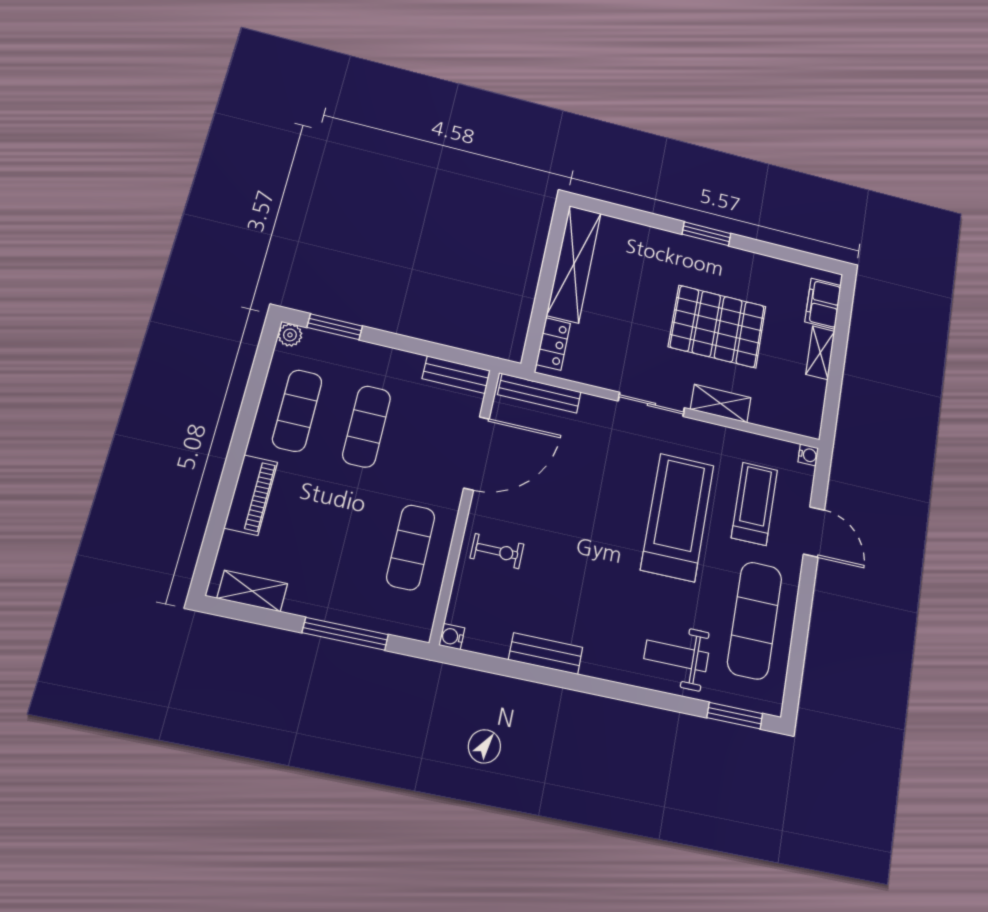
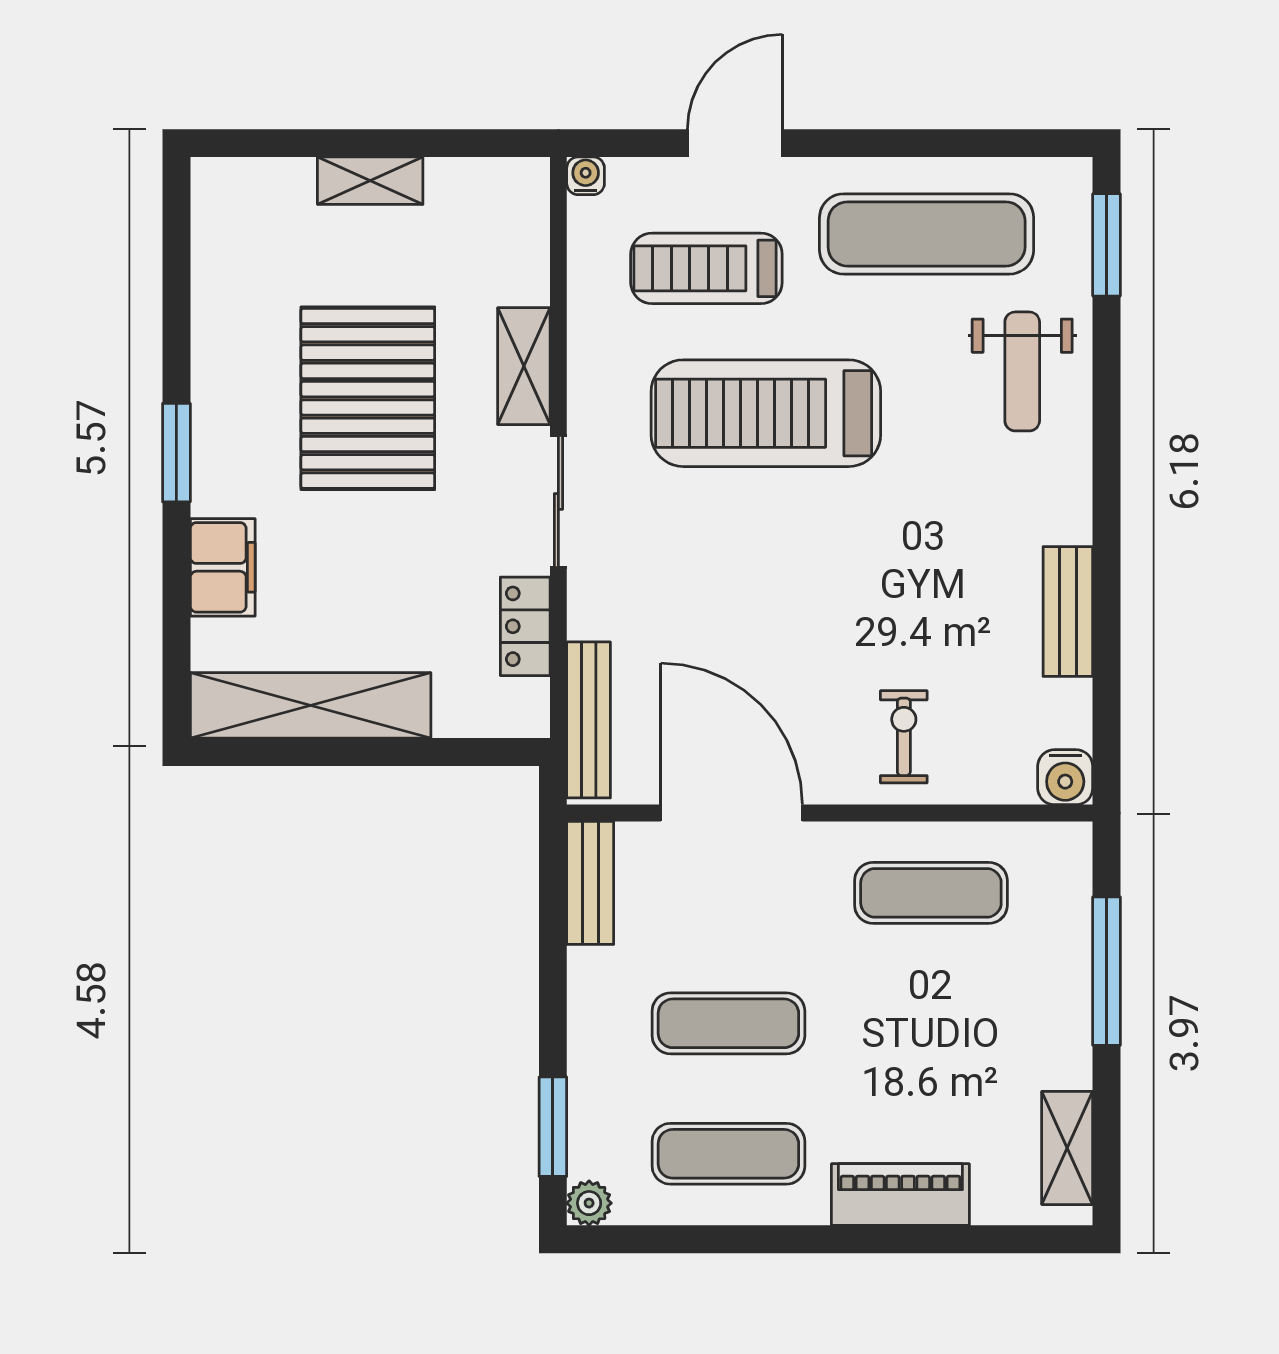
filing cabinet: (823, 304) -> (223, 567), moved, turned -90
locker: (553, 344) -> (525, 626), moved, turned -90
water cooler: (452, 637) -> (1065, 777), width x1.38, depth x1.38

